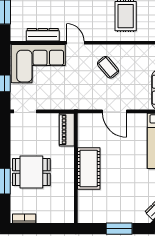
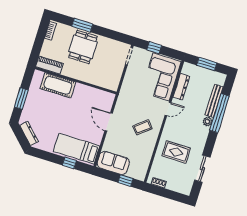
door: (115, 111) -> (109, 122), hinge flipped
piano: (67, 130) -> (50, 65), moved
cot: (89, 168) -> (58, 85), moved

